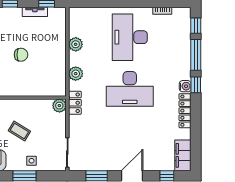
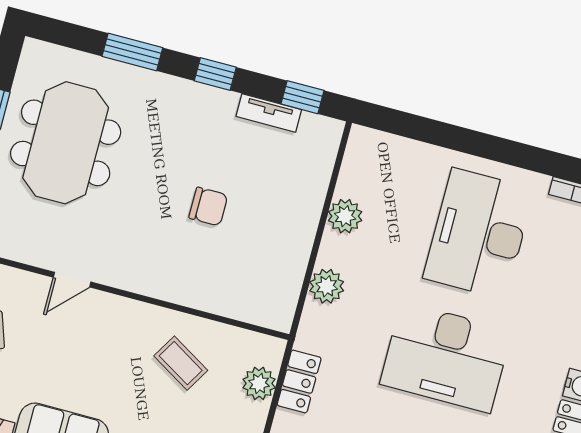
locker: (75, 103) -> (299, 381), moved
plant: (59, 106) -> (259, 383), moved
coffee table: (19, 131) -> (181, 363), moved

